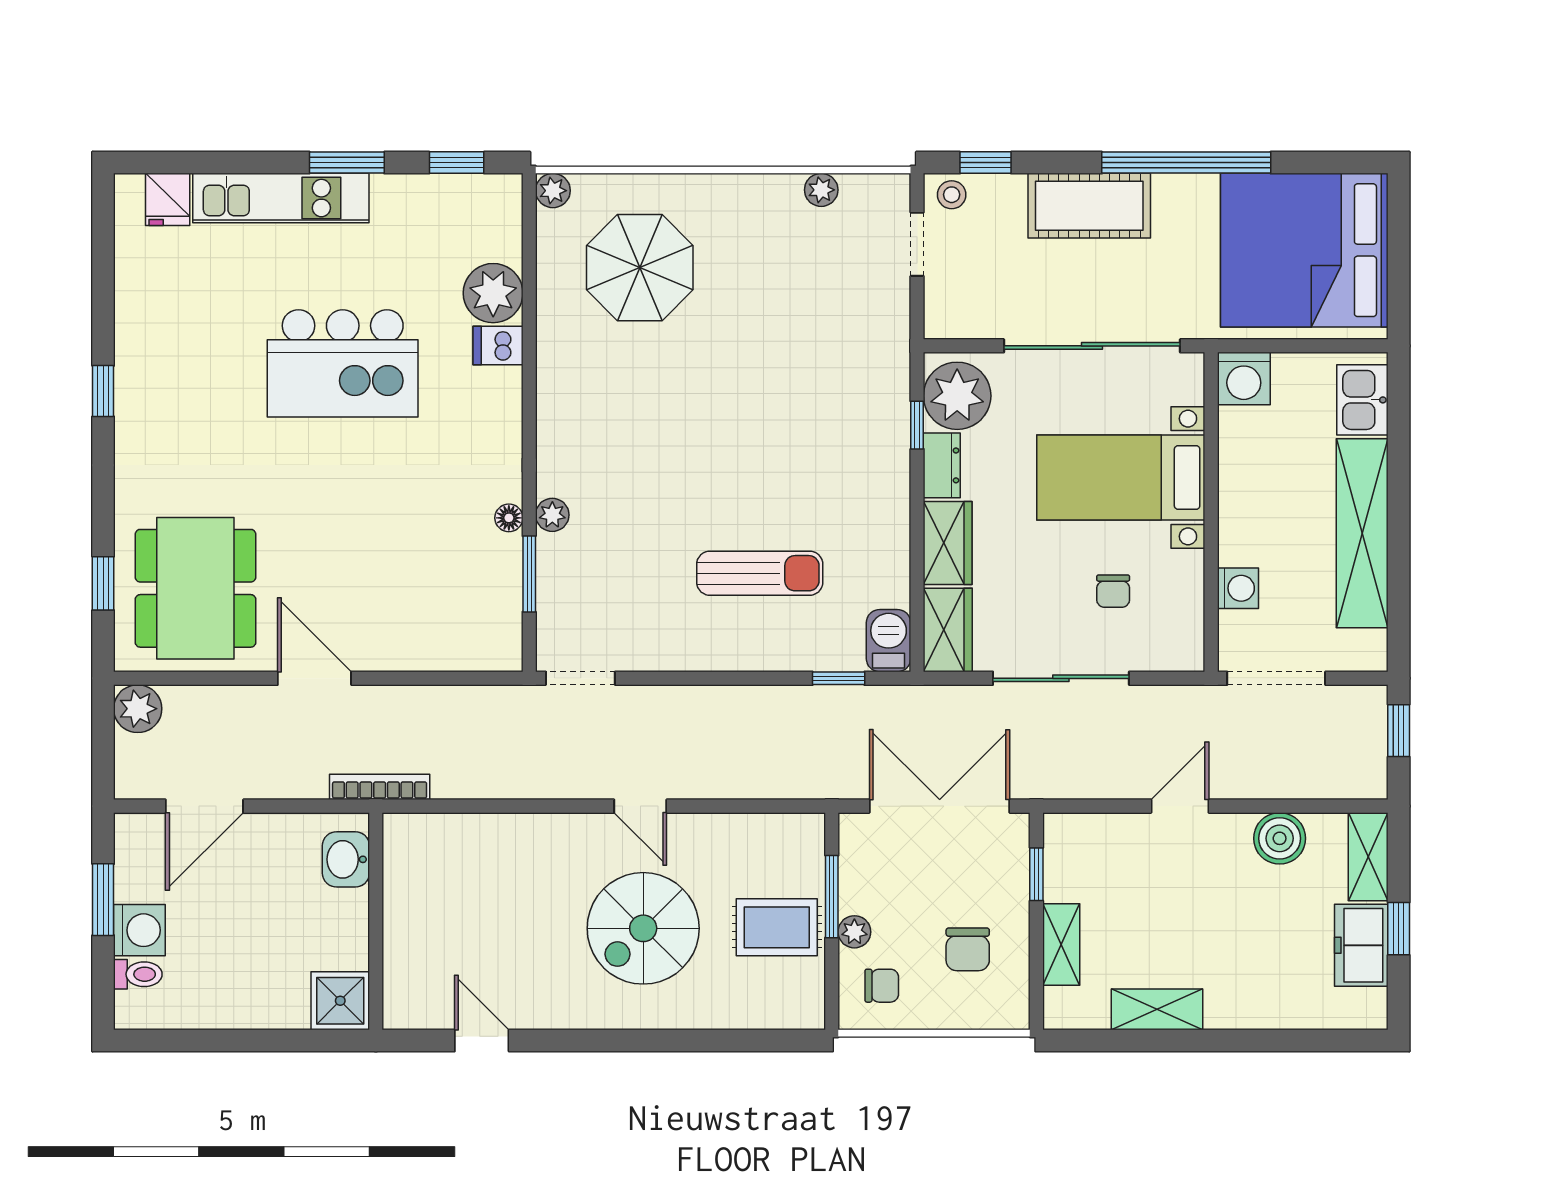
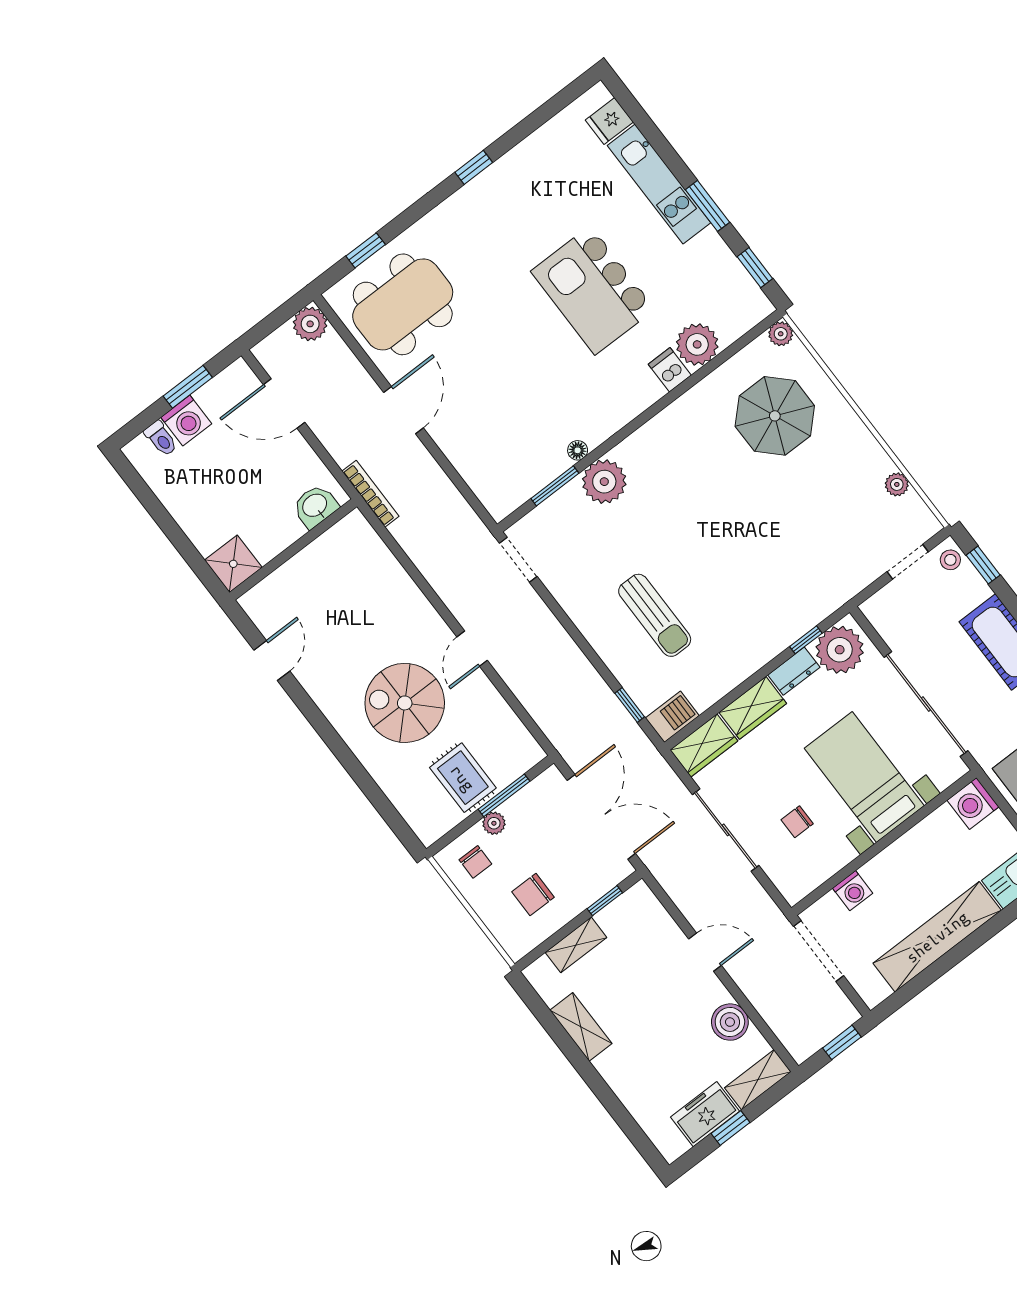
plant: (552, 515) -> (604, 482), width x1.88, depth x1.88

